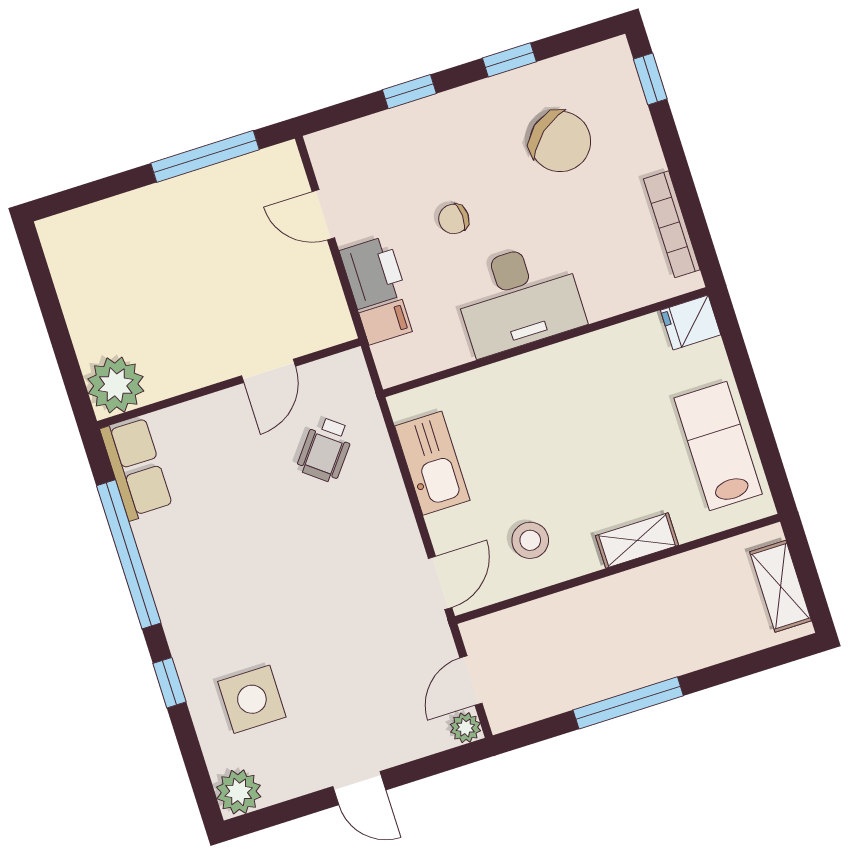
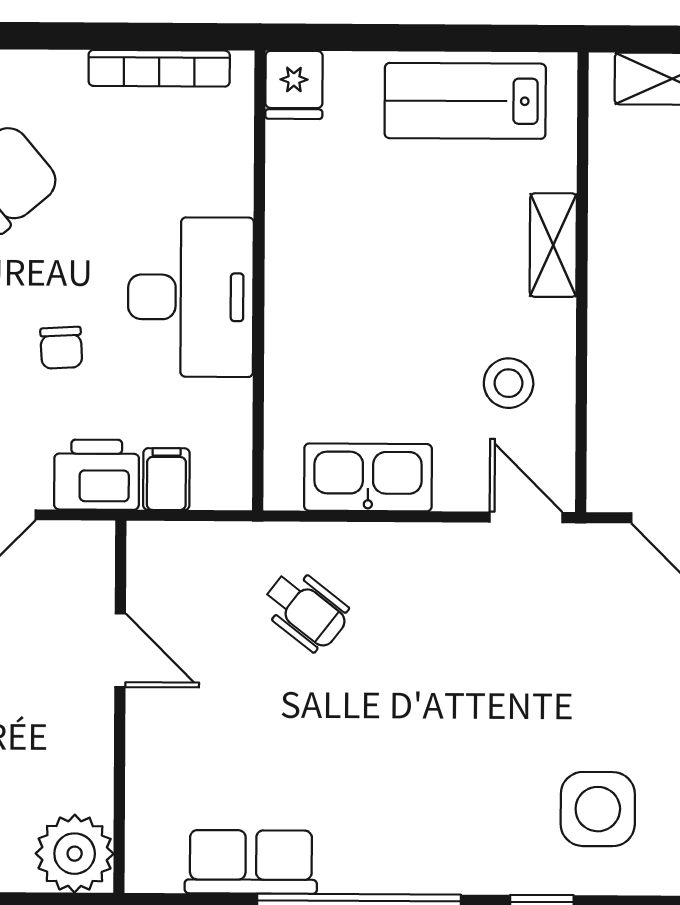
door: (269, 371) -> (120, 650), moved
wall: (229, 383) -> (120, 707), moved
plant: (116, 385) -> (75, 854), moved

